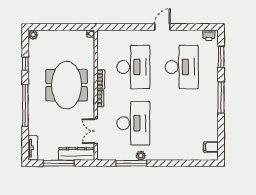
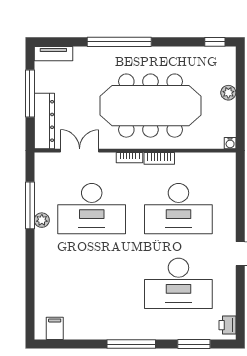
plant: (33, 35) -> (228, 93), moved
window: (25, 64) -> (215, 42), moved
meeting table: (67, 85) -> (150, 106), width x1.36

